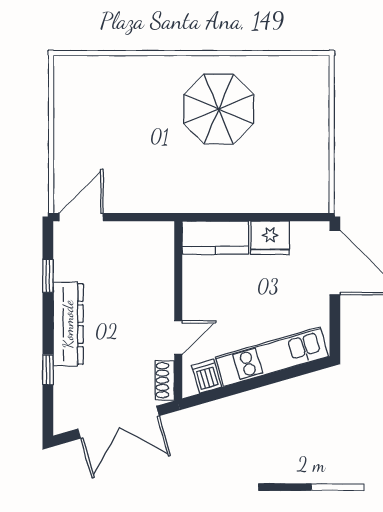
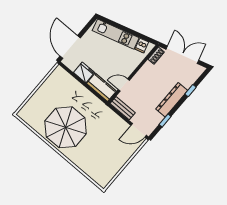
parasol: (219, 109) -> (66, 127), width x1.36, depth x1.36
bench: (144, 232) -> (123, 108), added
door: (178, 338) -> (124, 85), moved

